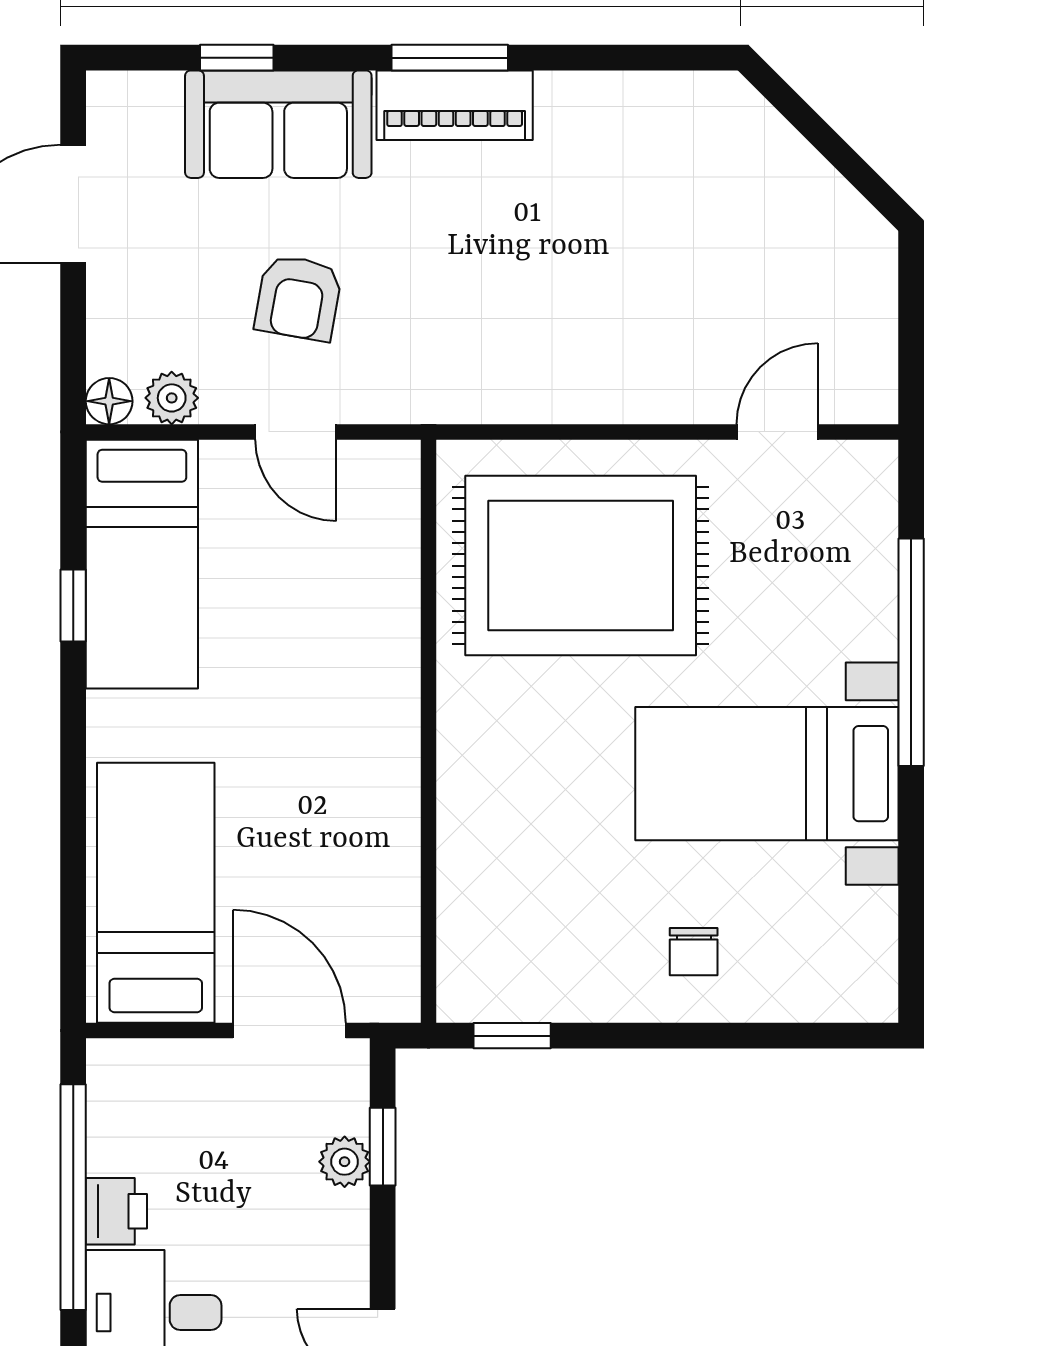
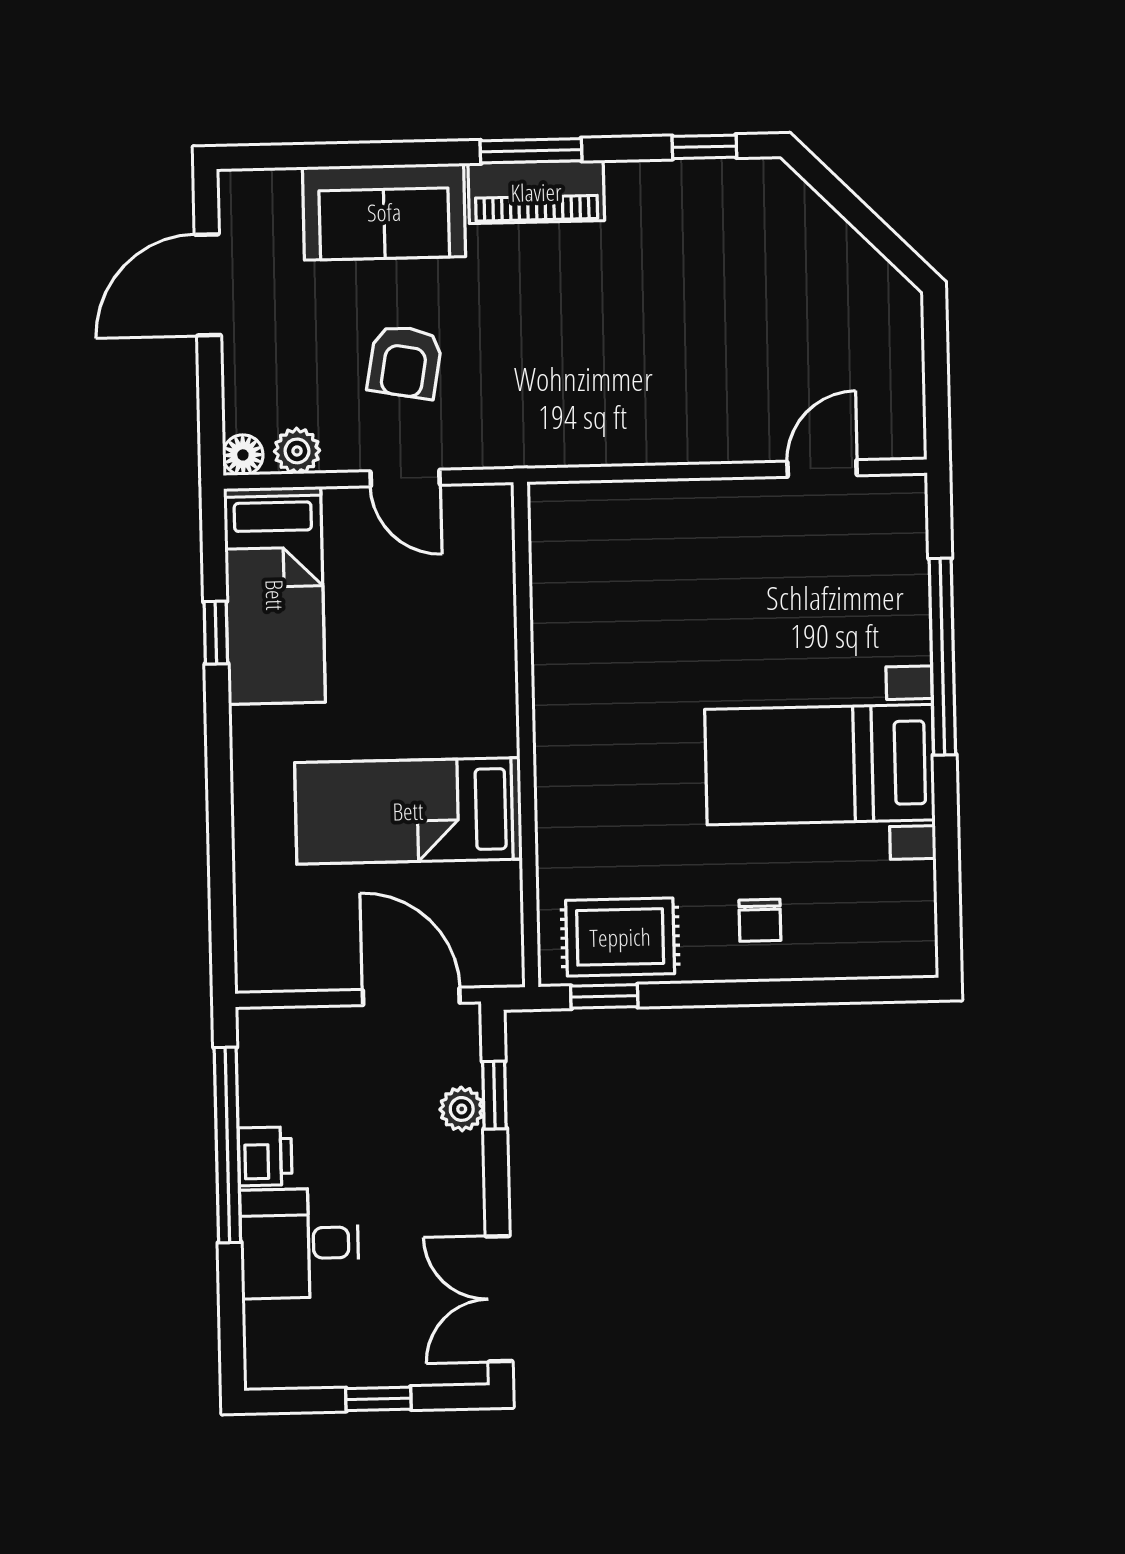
window: (237, 58) -> (704, 147), moved
rug: (581, 566) -> (620, 937), moved, width x0.54, depth x0.49
bed: (156, 893) -> (408, 811), moved, turned -90

